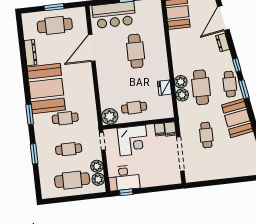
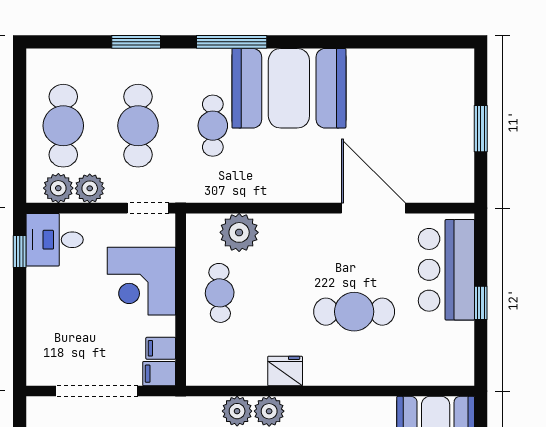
cafe table: (55, 25) -> (437, 126), removed
dresser: (30, 53) -> (379, 60), removed
fridge: (165, 88) -> (285, 371), moved
window: (30, 114) -> (232, 42), width x1.44
plant: (110, 116) -> (239, 232), moved
cafe table: (69, 149) -> (138, 126), width x1.37, depth x1.35
desk: (124, 178) -> (55, 240), width x0.73

